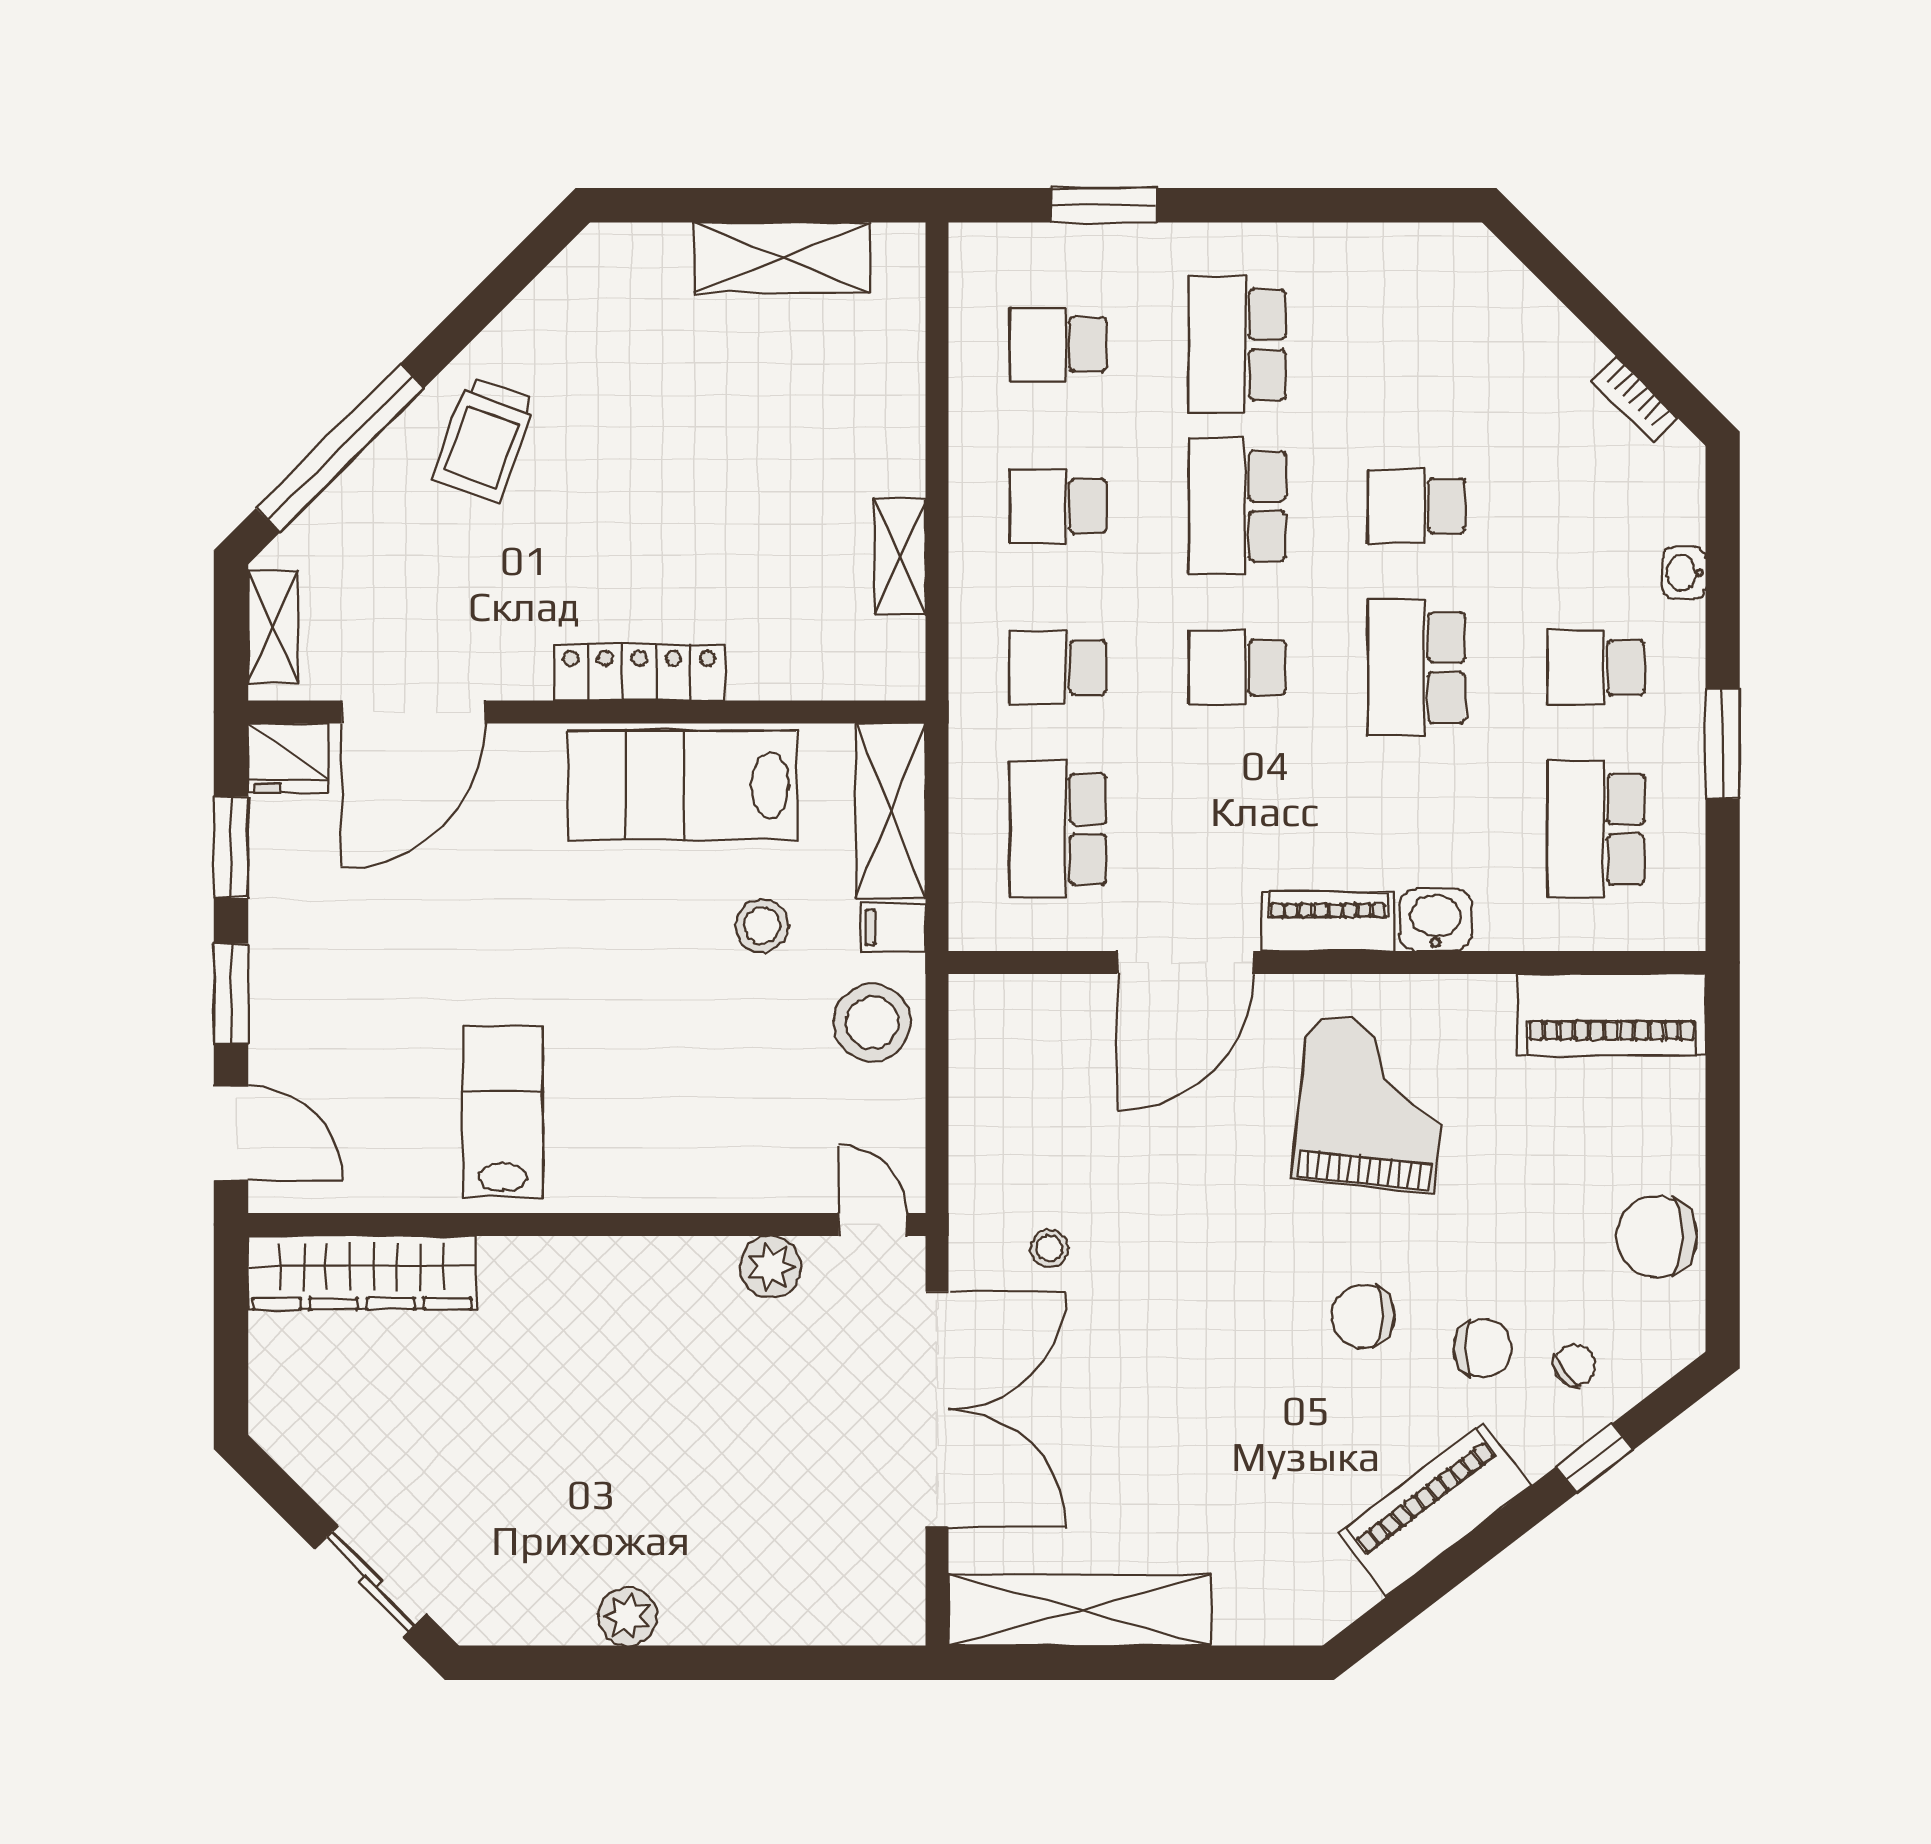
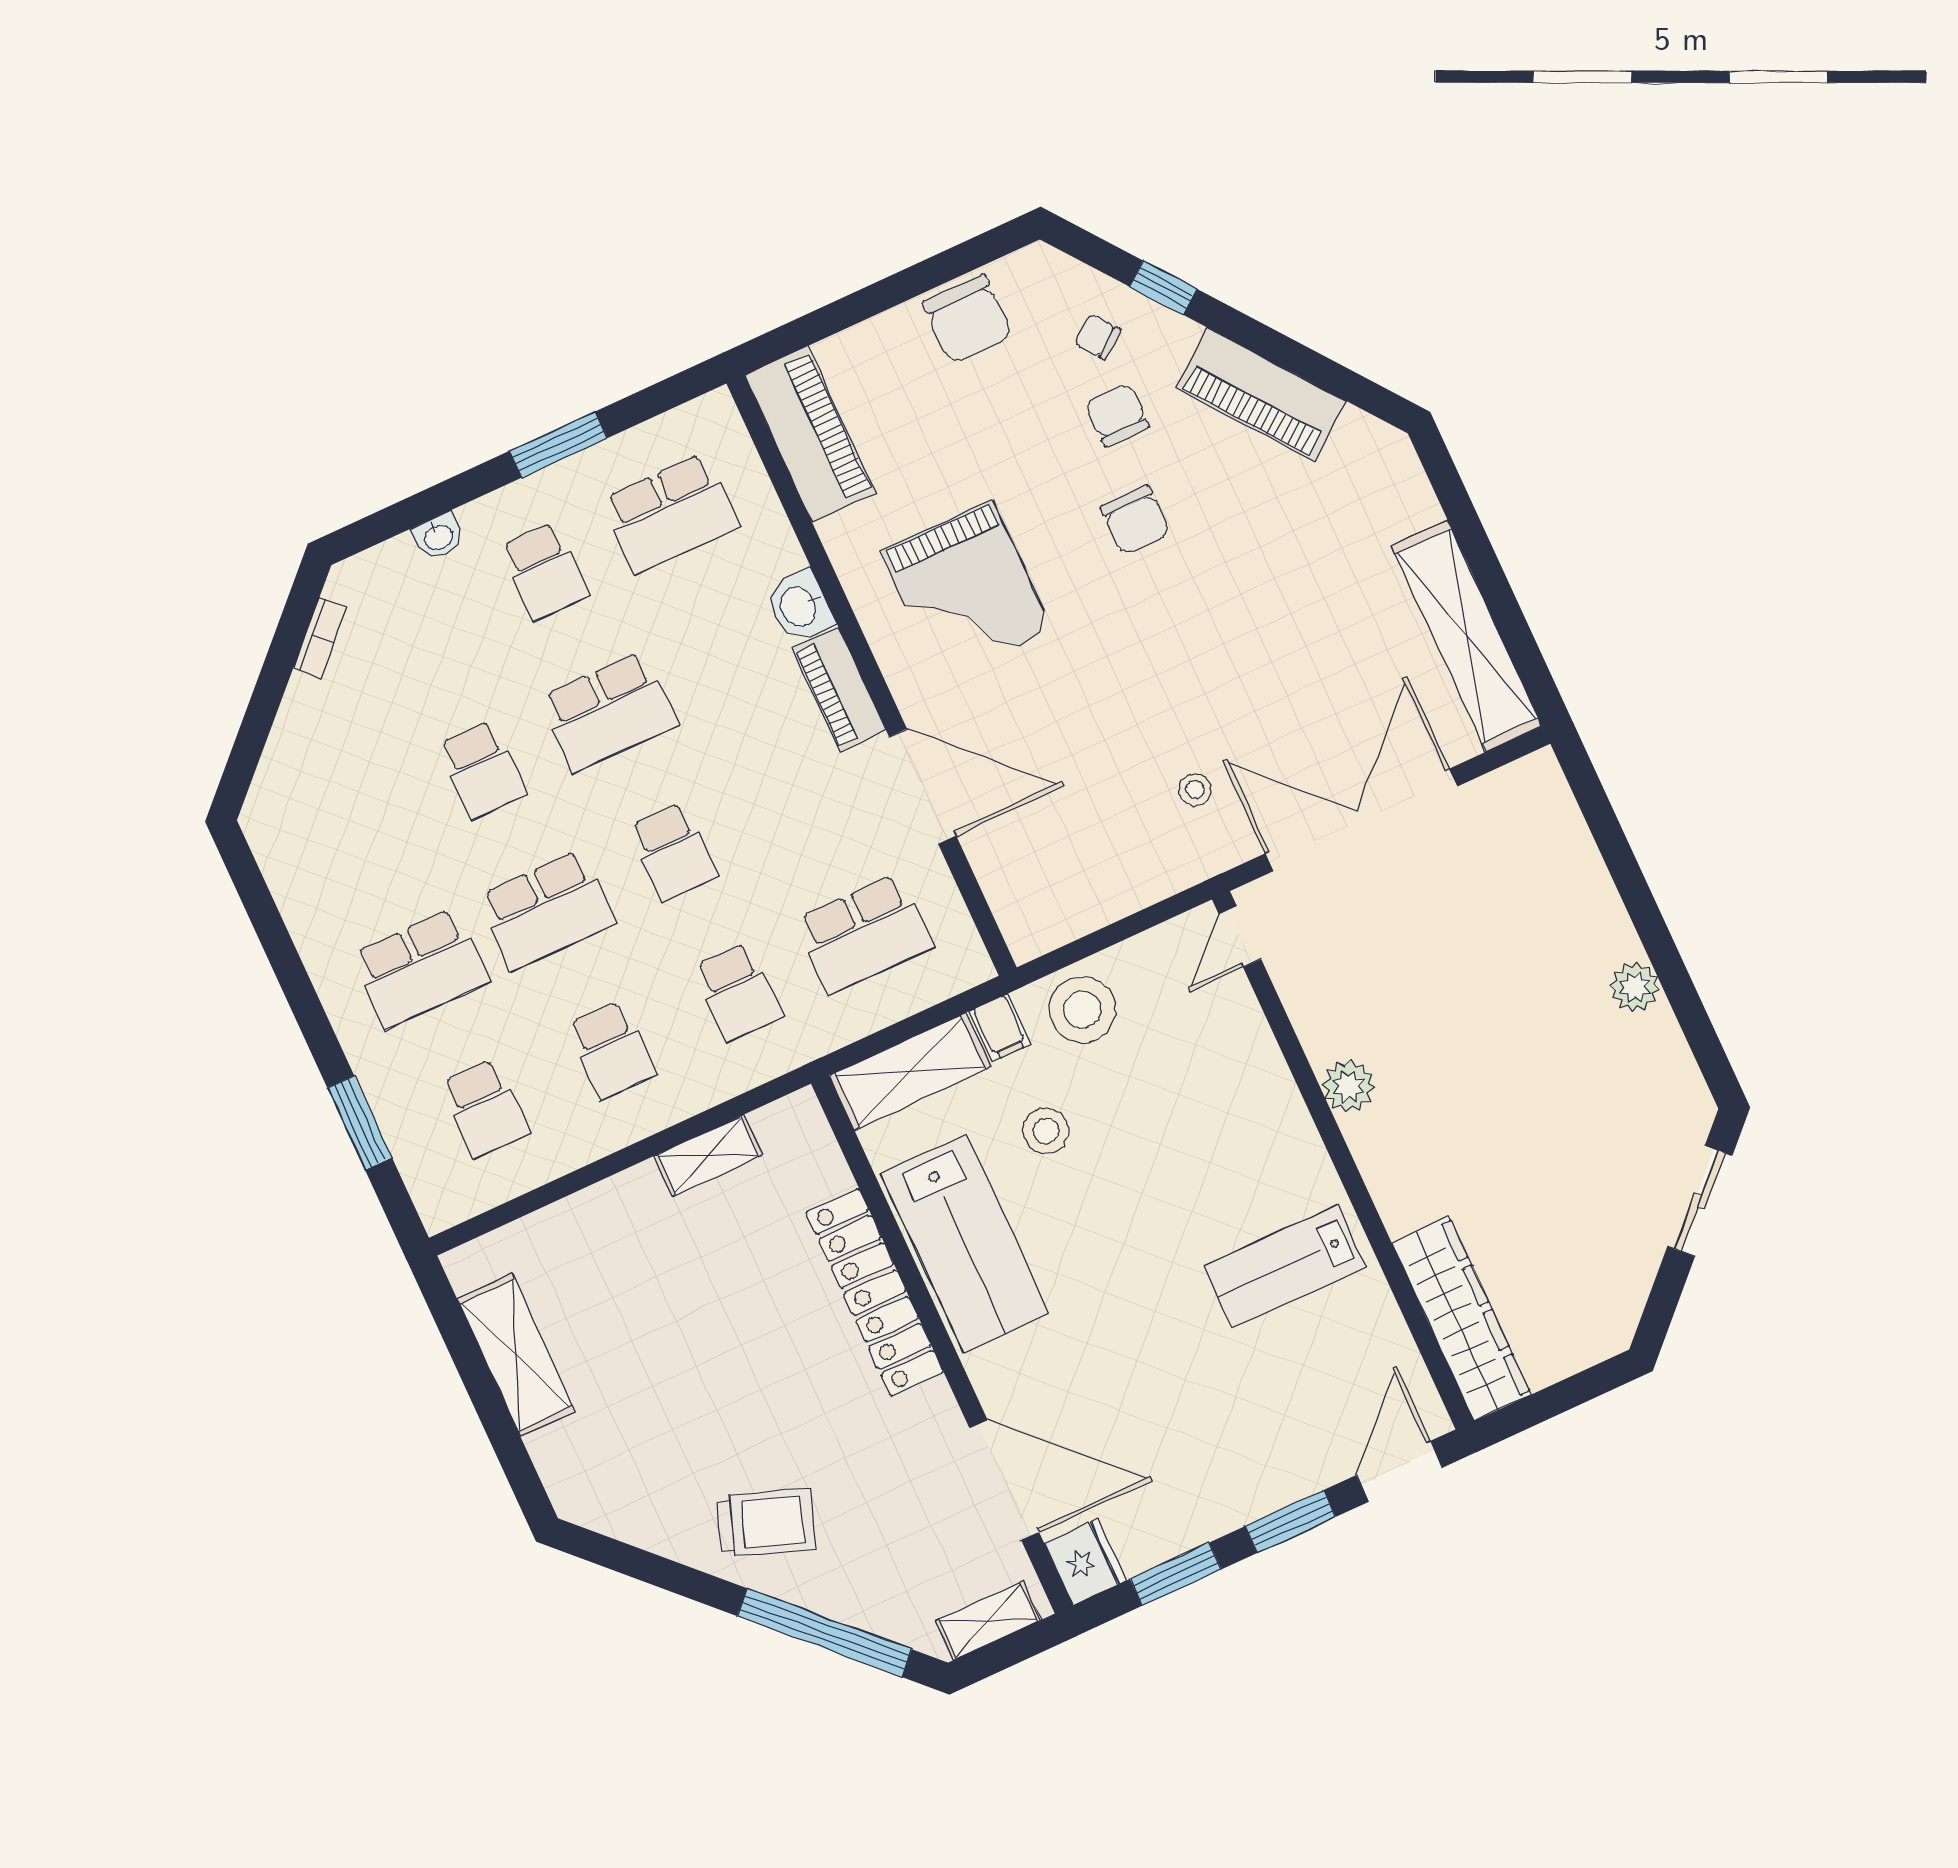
locker: (639, 672) -> (875, 1292), width x1.41, depth x1.21
grand piano: (1371, 1104) -> (966, 590), turned -96
plant: (771, 1267) -> (1349, 1086), moved

